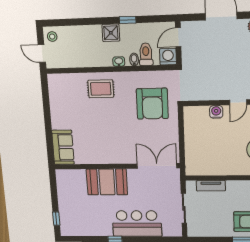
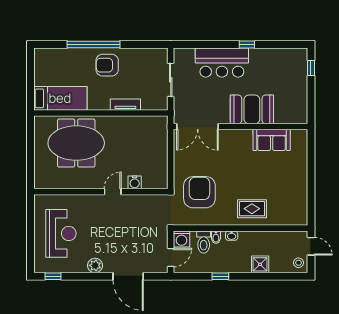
shower: (111, 33) -> (260, 264), moved
sofa: (63, 147) -> (272, 140), moved, turned -90
tv unit: (211, 186) -> (125, 105), moved

